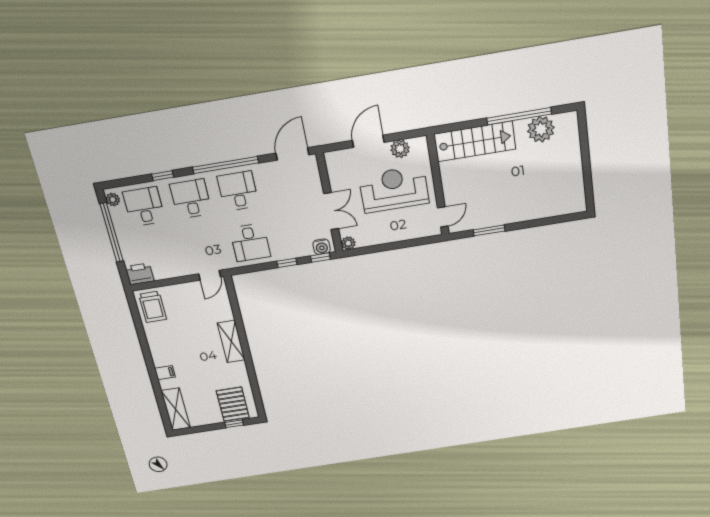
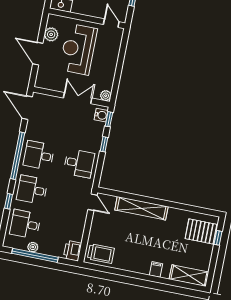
plant: (113, 200) -> (33, 247), moved
shelving: (231, 342) -> (141, 208), width x1.47

